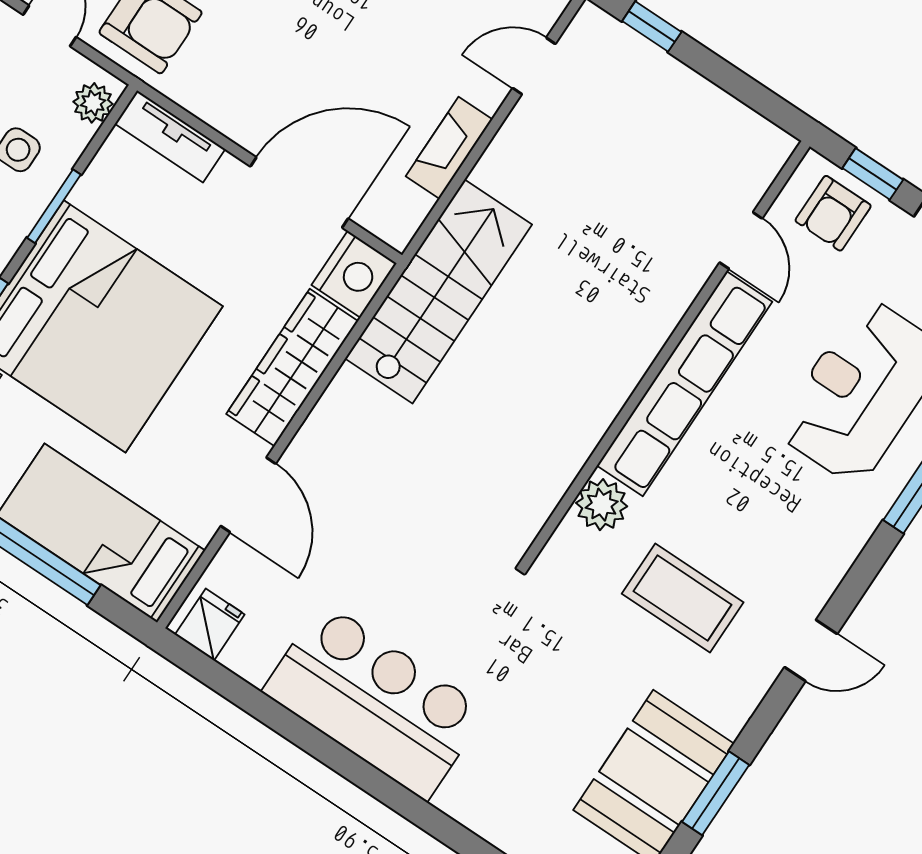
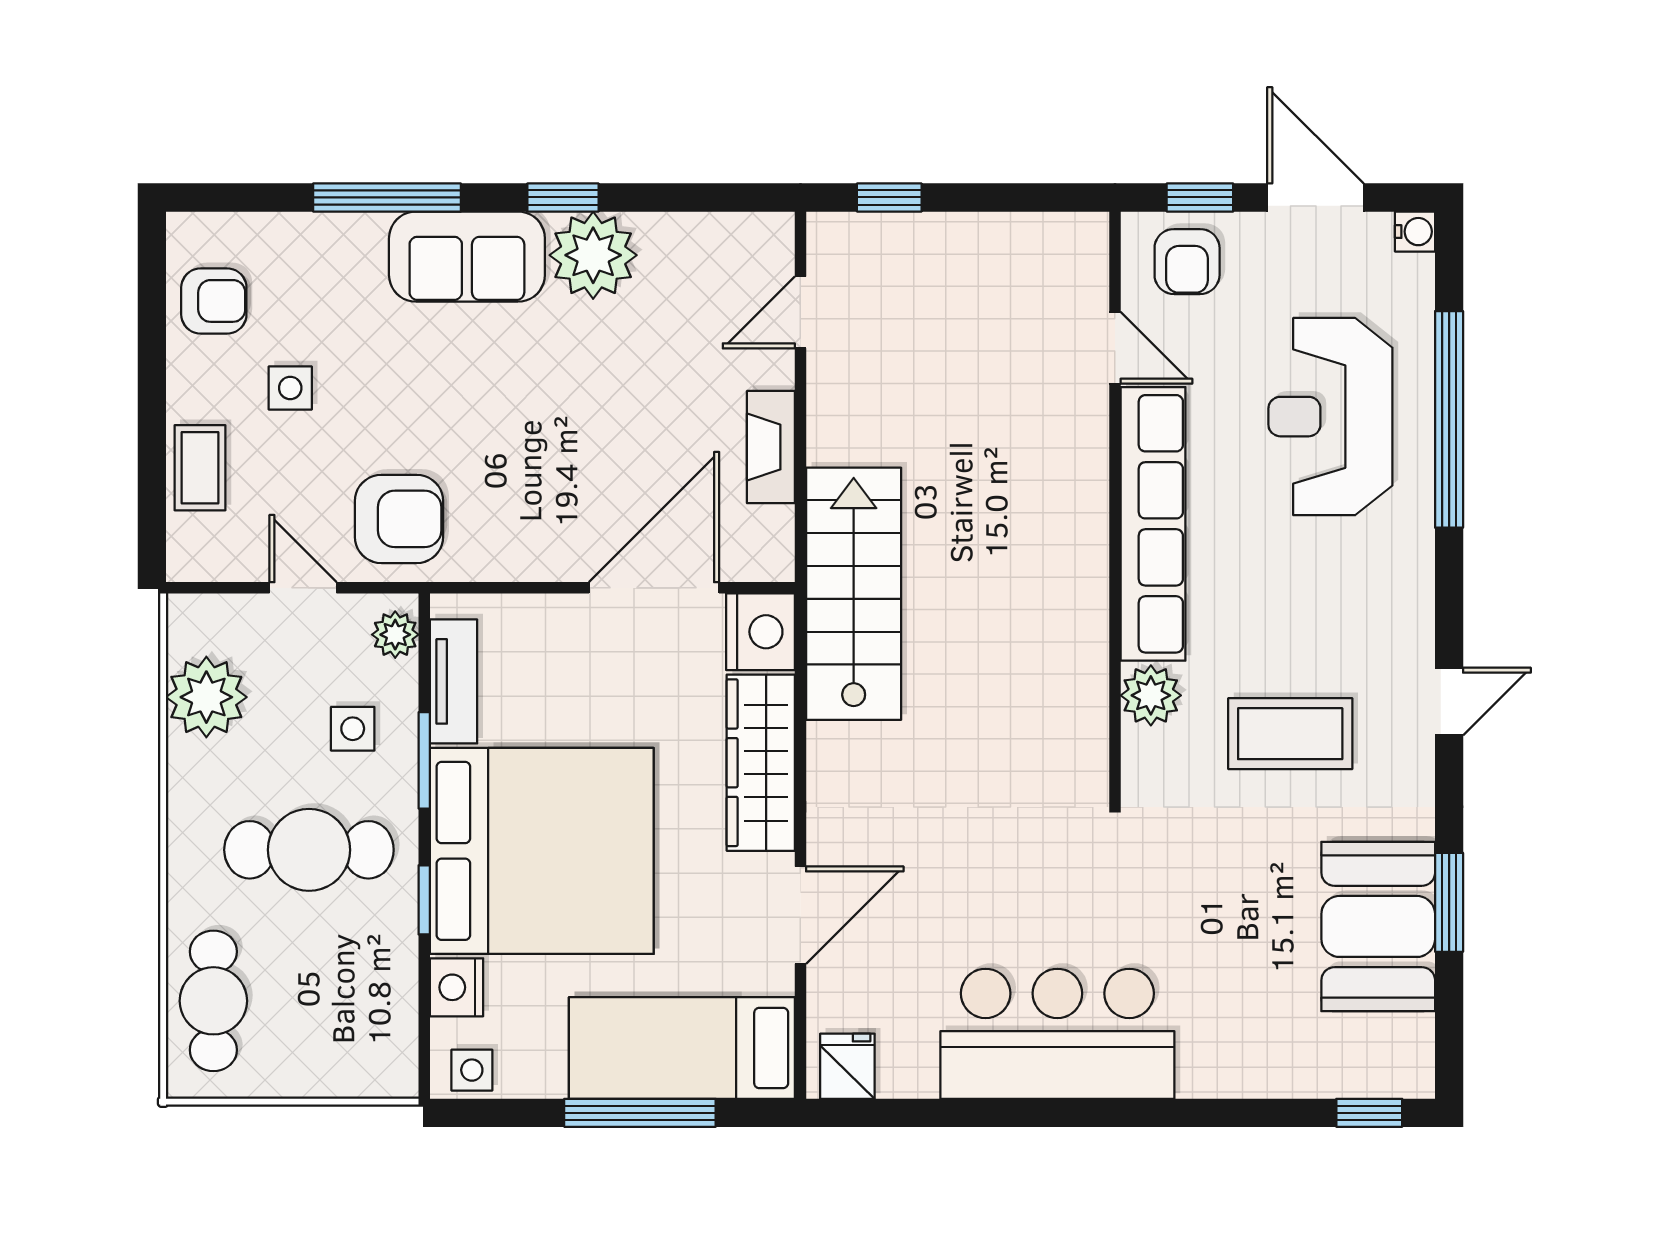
tv unit: (170, 136) -> (454, 681), moved, turned -90
door: (248, 495) -> (800, 915), hinge flipped

